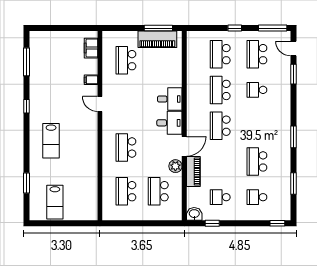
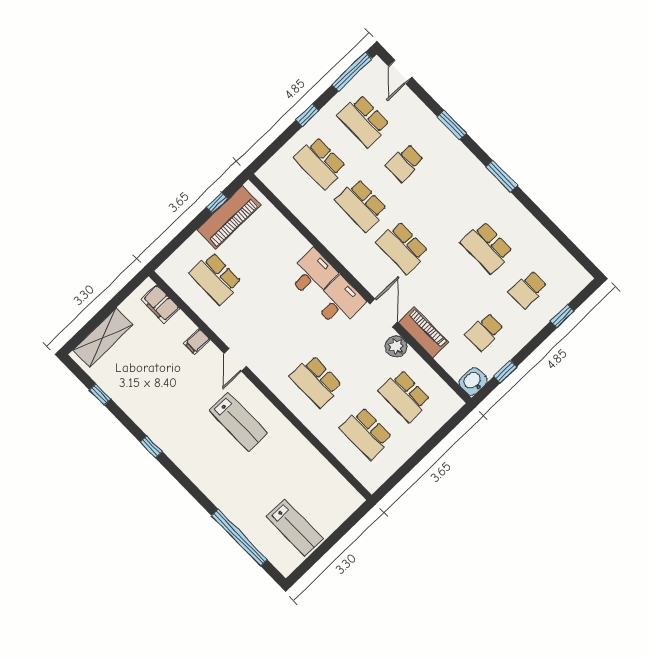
window: (158, 28) -> (217, 203), width x0.46
shelving: (52, 38) -> (103, 337), added
door: (293, 48) -> (400, 72), hinge flipped
window: (27, 62) -> (100, 394), width x0.46
window: (293, 74) -> (452, 125), moved
door: (100, 104) -> (235, 360), hinge flipped
lab bench: (51, 141) -> (238, 422), moved
window: (27, 183) -> (239, 538), width x2.11
window: (293, 183) -> (555, 231), removed
window: (277, 223) -> (562, 316), moved

